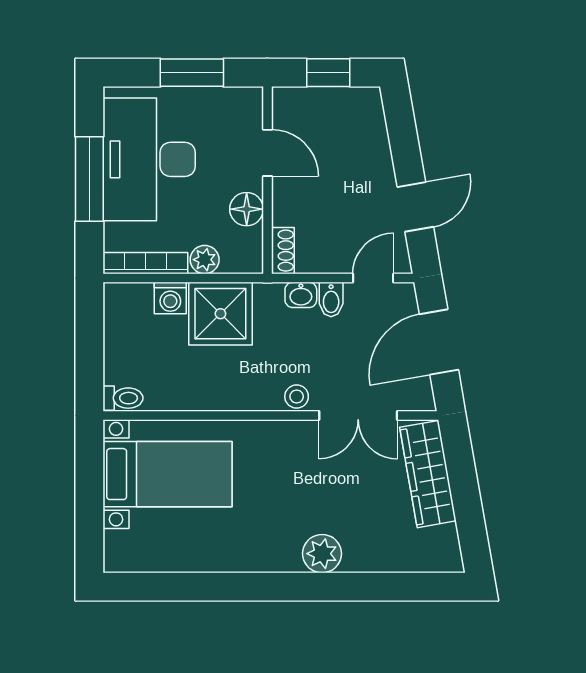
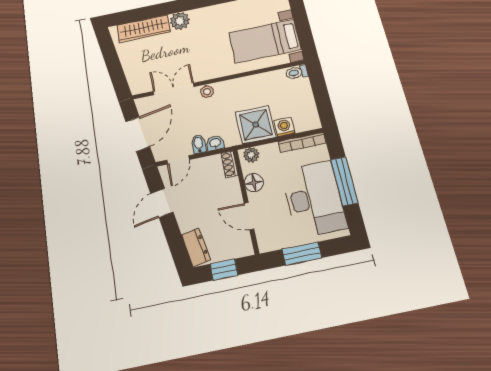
dresser: (369, 119) -> (196, 247), added
plant: (205, 260) -> (251, 155), moved
wardrobe: (428, 474) -> (144, 29), moved, turned 100

